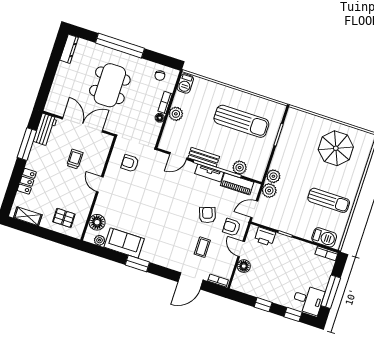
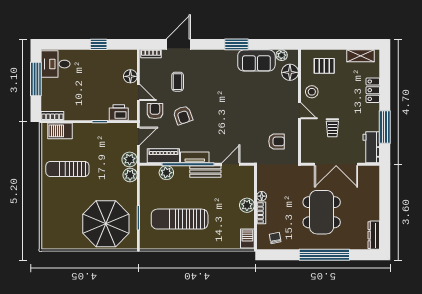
parasol: (336, 148) -> (106, 224), moved, width x1.36, depth x1.36
stool: (83, 198) -> (312, 92), added
armchair: (232, 227) -> (155, 111), turned -90
window: (293, 314) -> (66, 44), removed

